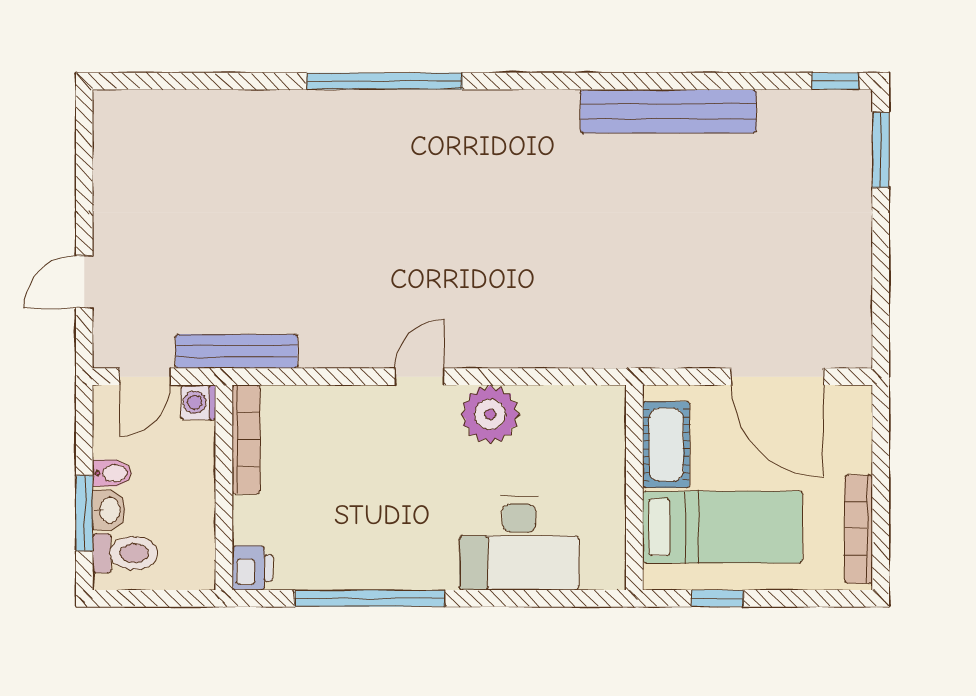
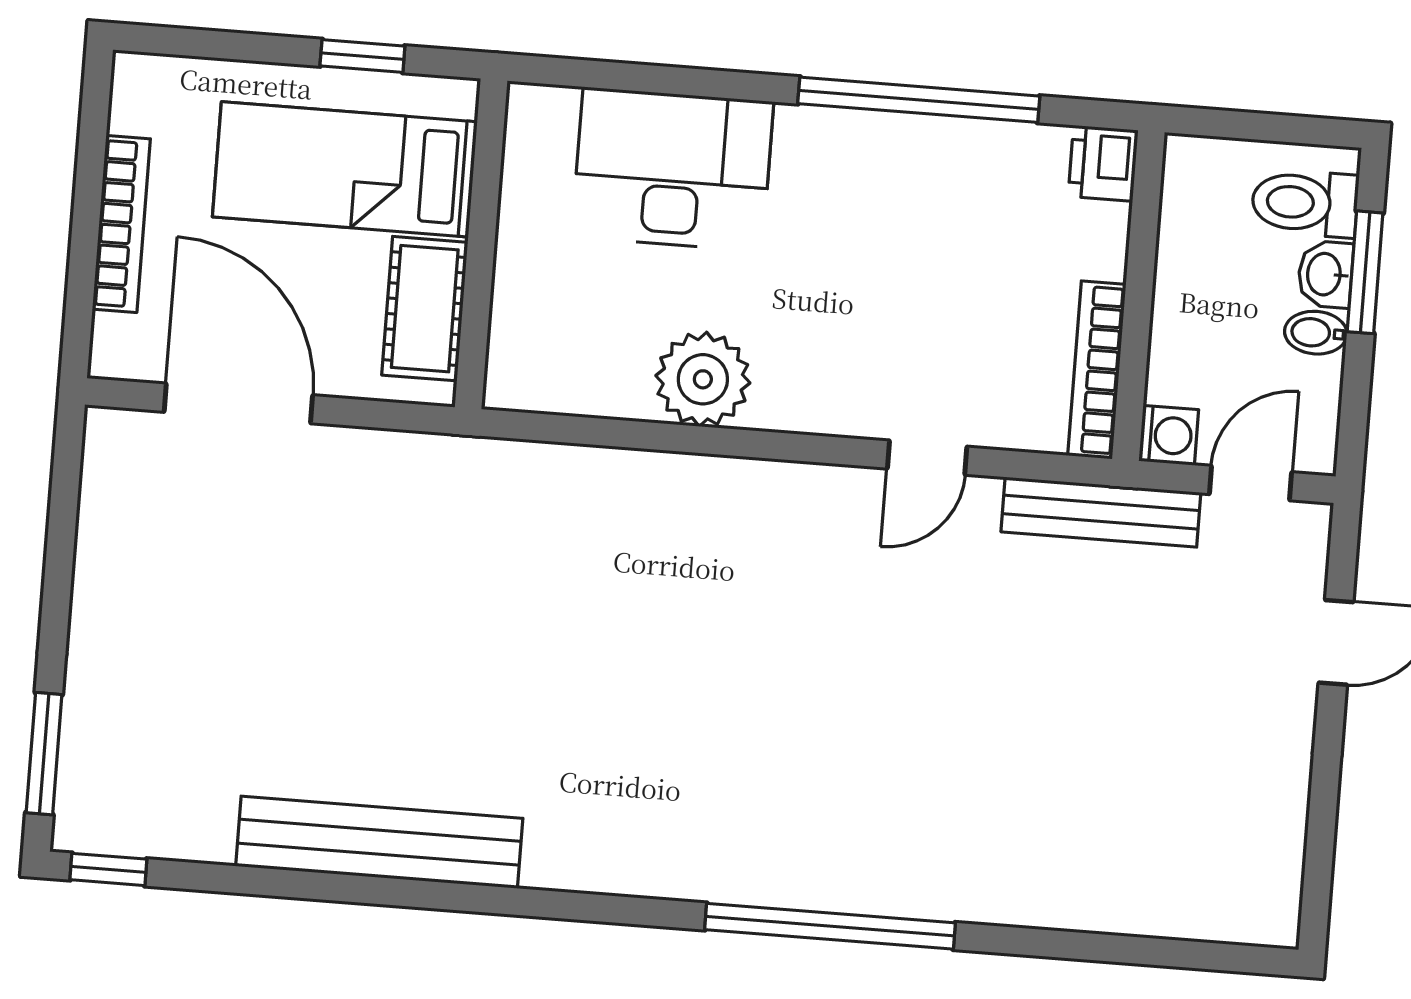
door: (419, 377) -> (927, 458), moved
bookcase: (859, 529) -> (121, 224), moved

